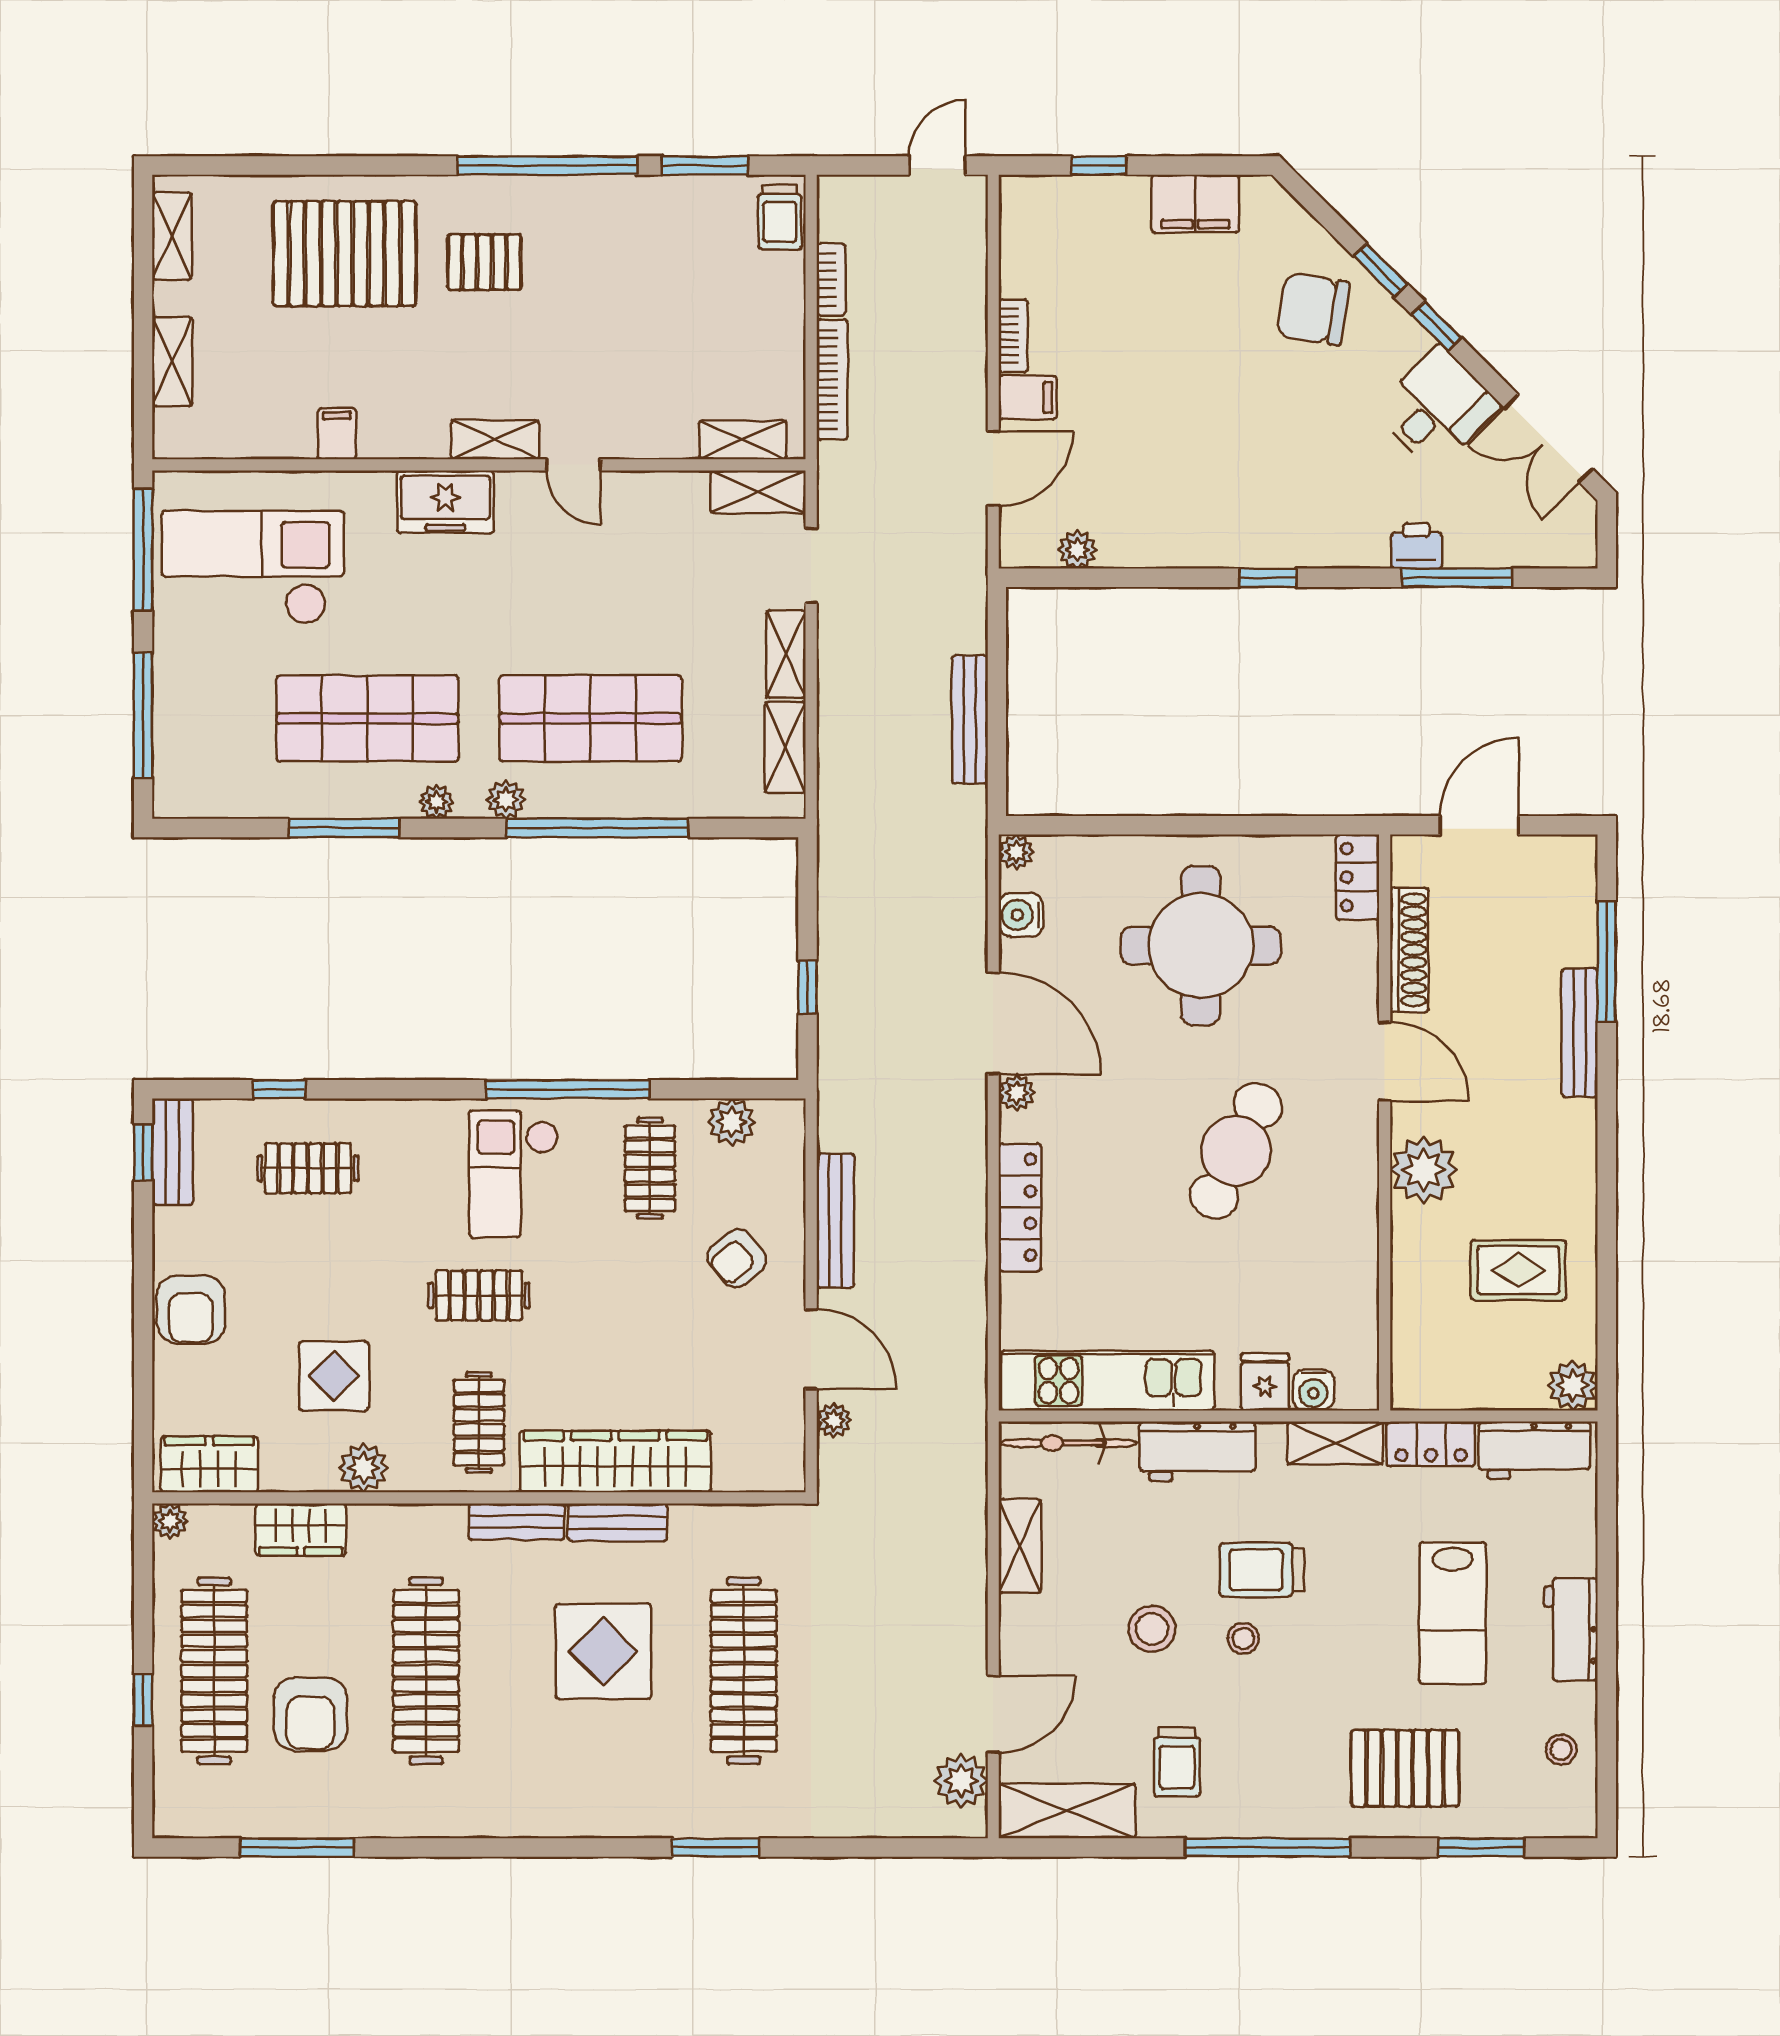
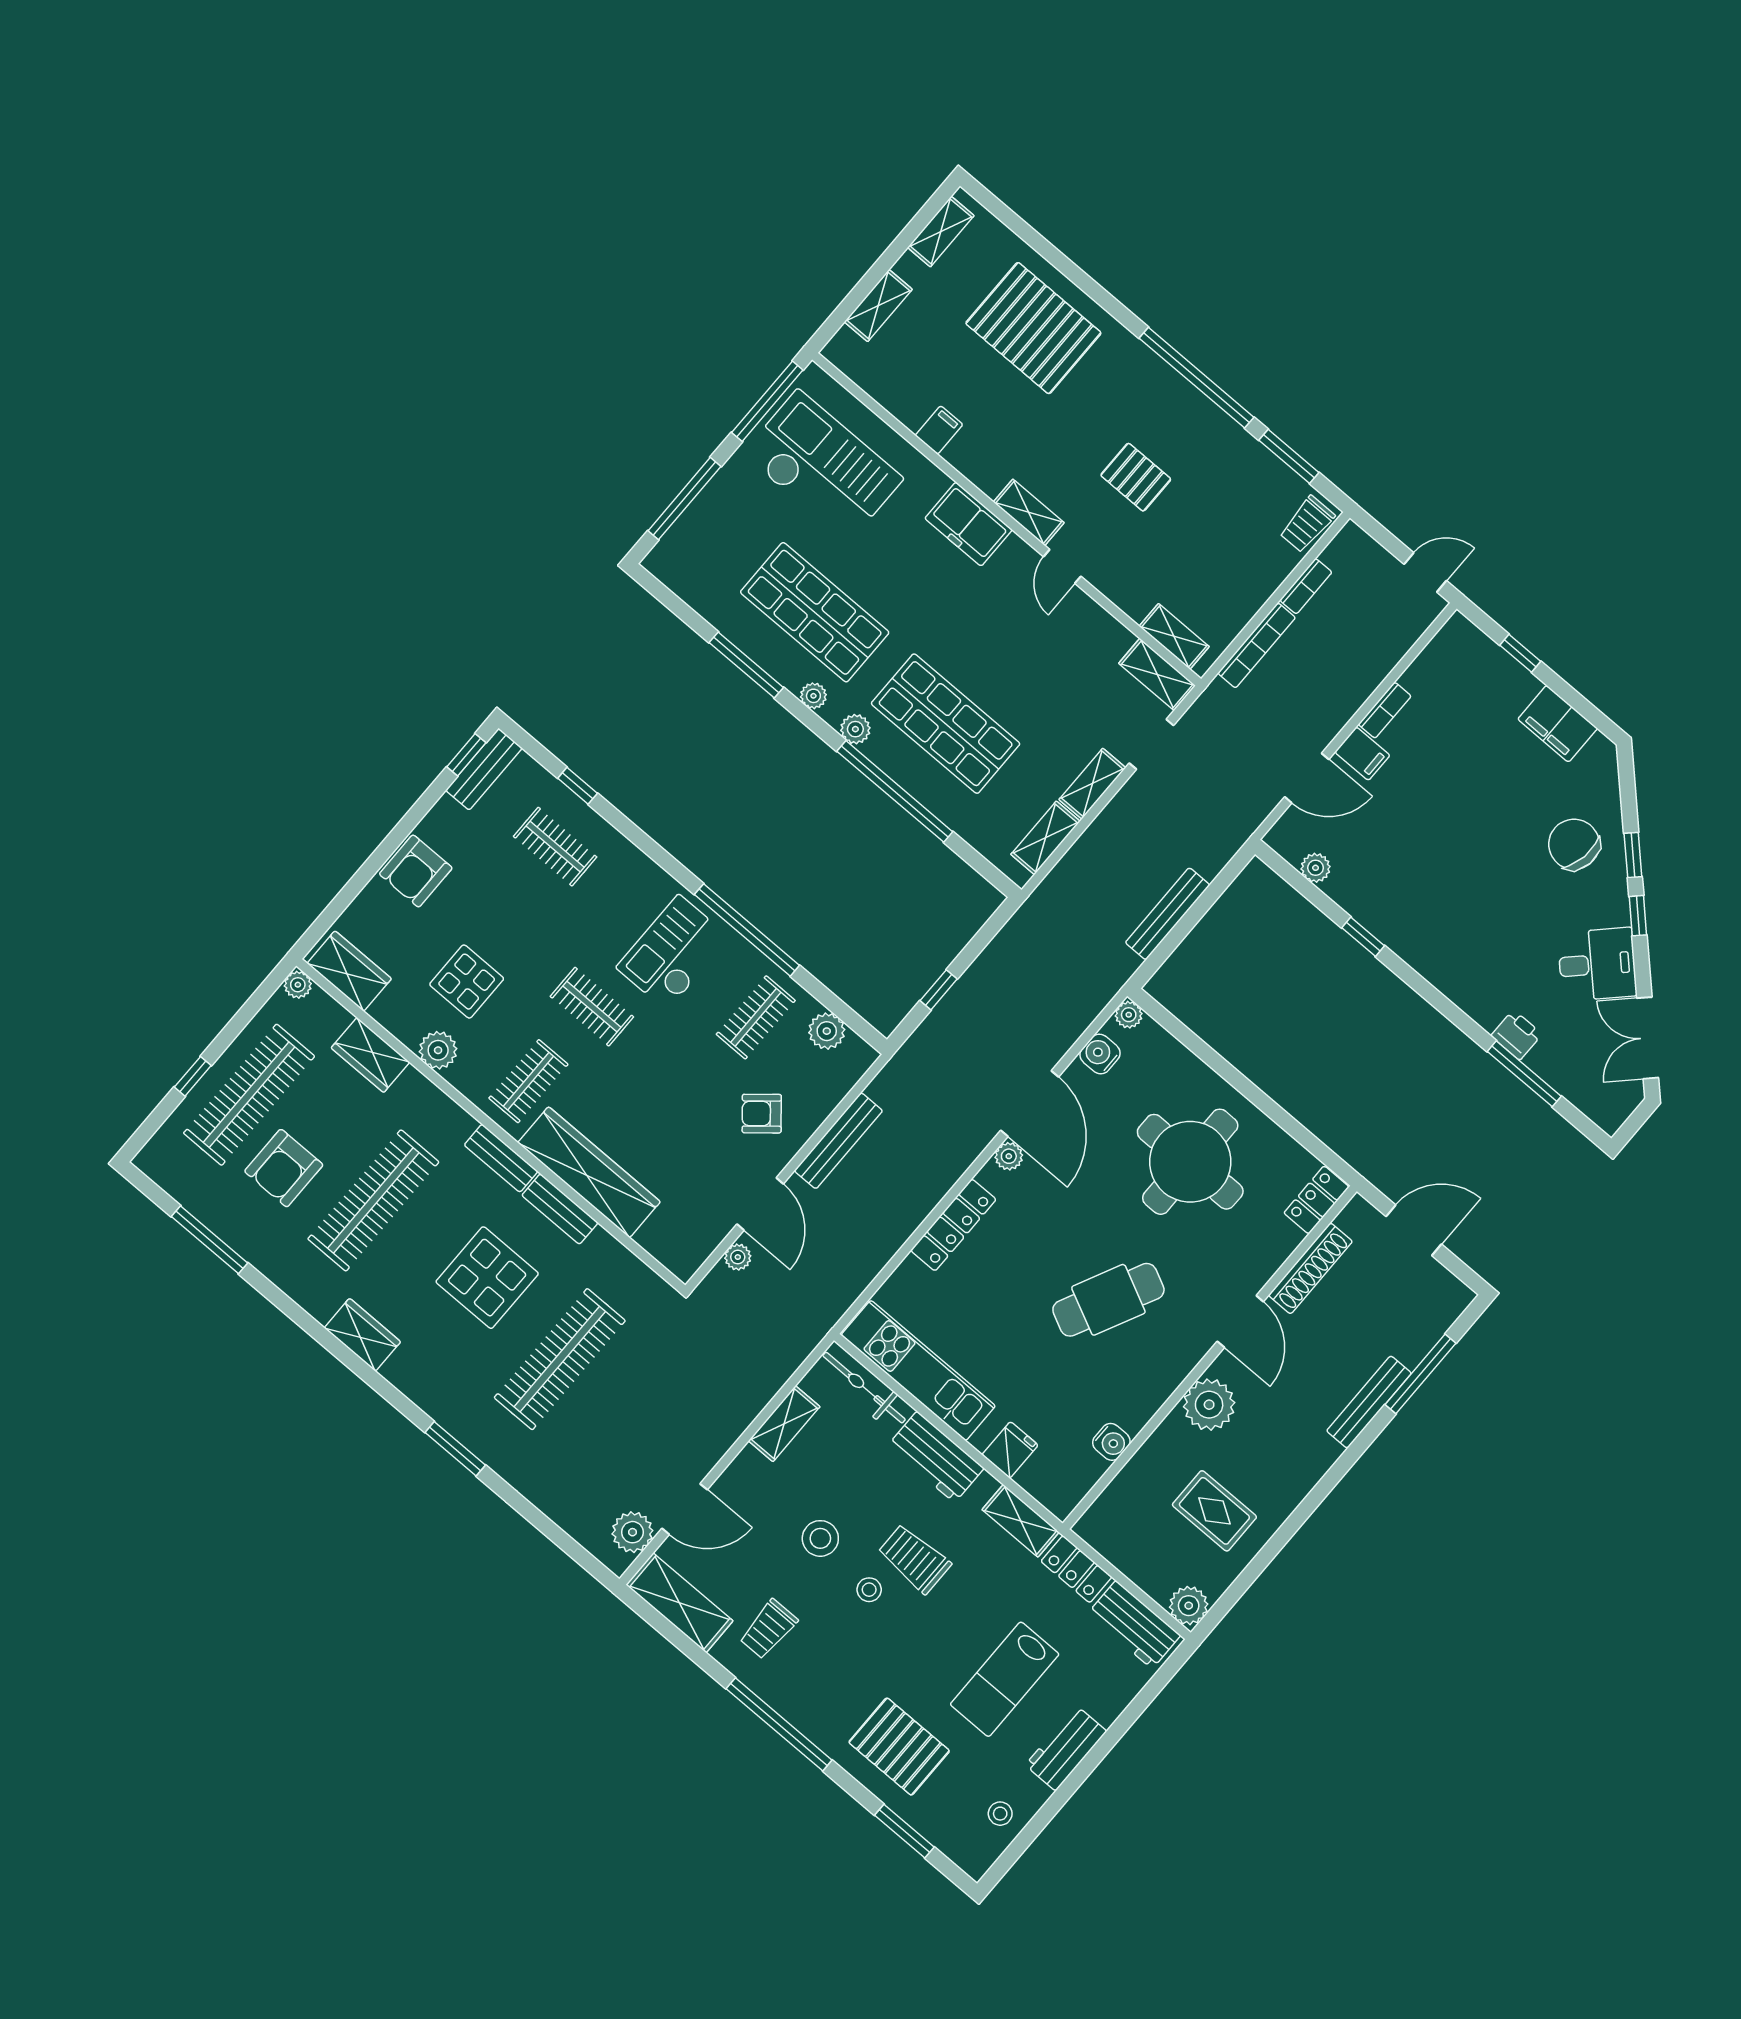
pallet: (484, 262) -> (1136, 477), moved
window: (1268, 578) -> (1363, 937), moved
water cooler: (1313, 1390) -> (1111, 1442), moved, turned -90
wardrobe: (528, 1813) -> (362, 1335), added

